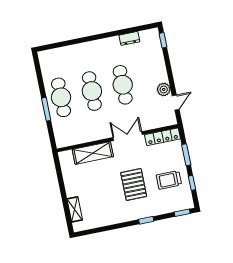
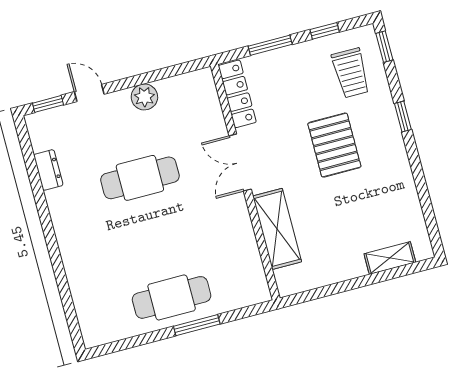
cafe table: (92, 91) -> (156, 238), removed
door: (176, 103) -> (89, 93), moved
trolley: (169, 180) -> (351, 73), moved
pallet: (134, 185) -> (334, 145), turned 90

